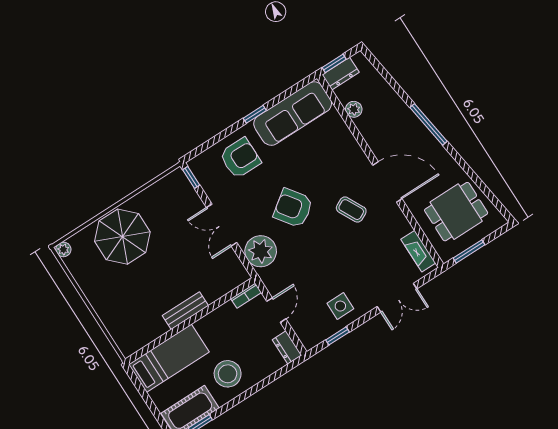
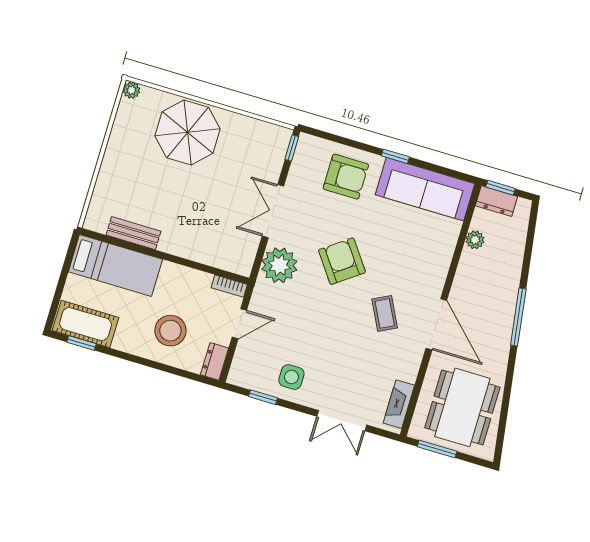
dining table: (456, 212) -> (462, 407), width x1.38
bench: (185, 311) -> (134, 233), moved
stool: (228, 374) -> (170, 331), moved

